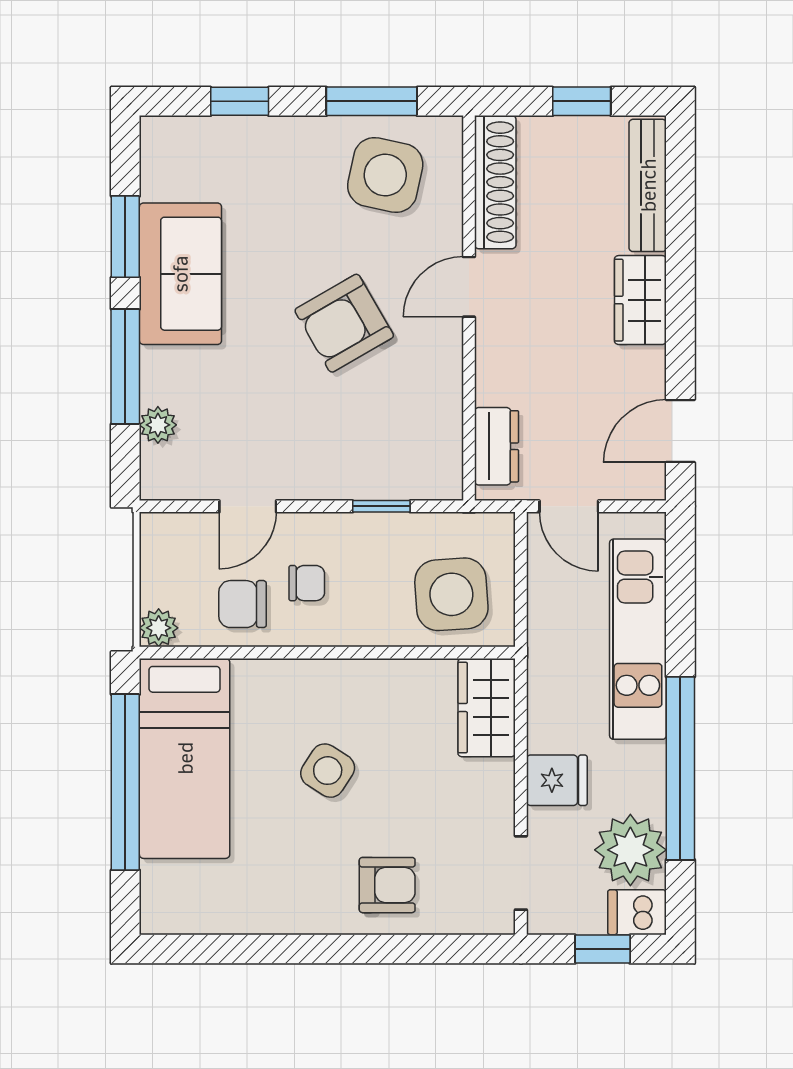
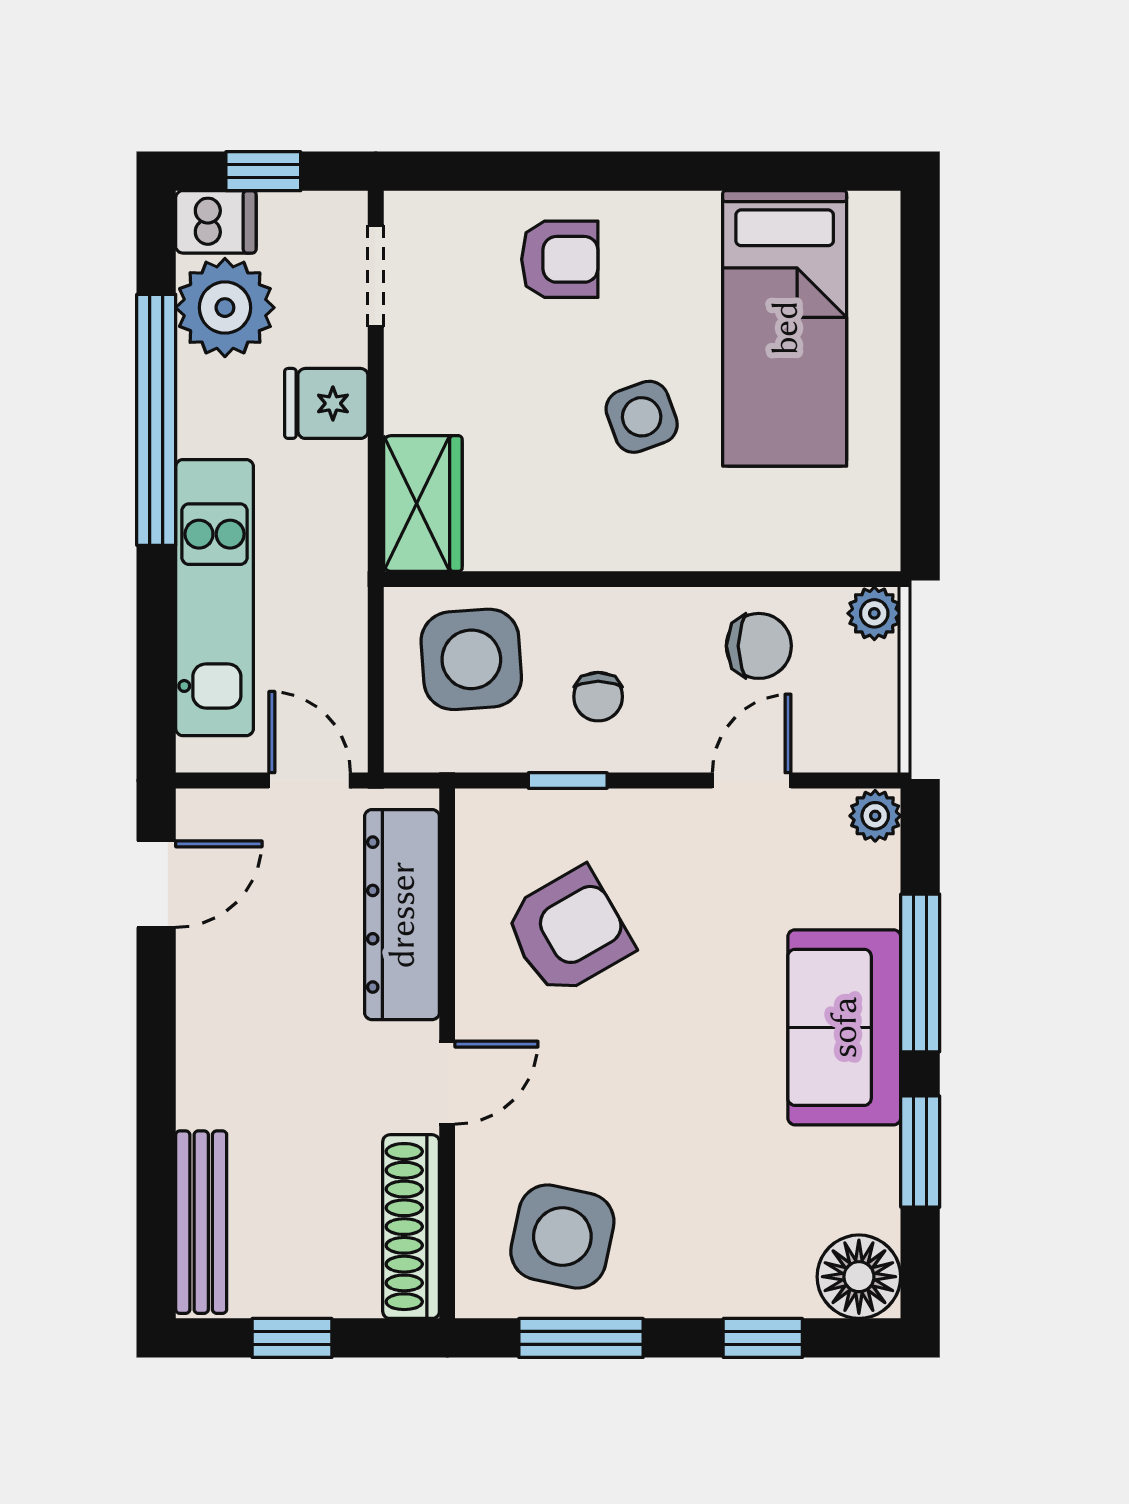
floor lamp: (170, 146) -> (859, 1277), added
sofa: (180, 274) -> (844, 1027), moved
wardrobe: (640, 300) -> (211, 1064), removed
armchair: (344, 323) -> (568, 932), moved
plant: (158, 425) -> (875, 816), moved
dresser: (496, 446) -> (402, 915), width x1.96, depth x1.24
chair: (307, 583) -> (598, 697), moved, turned -90
bed: (185, 758) -> (785, 328), moved, turned 180
side table: (328, 771) -> (642, 417), turned 37
window: (125, 782) -> (920, 401), removed
armchair: (387, 885) -> (560, 259), turned 180

